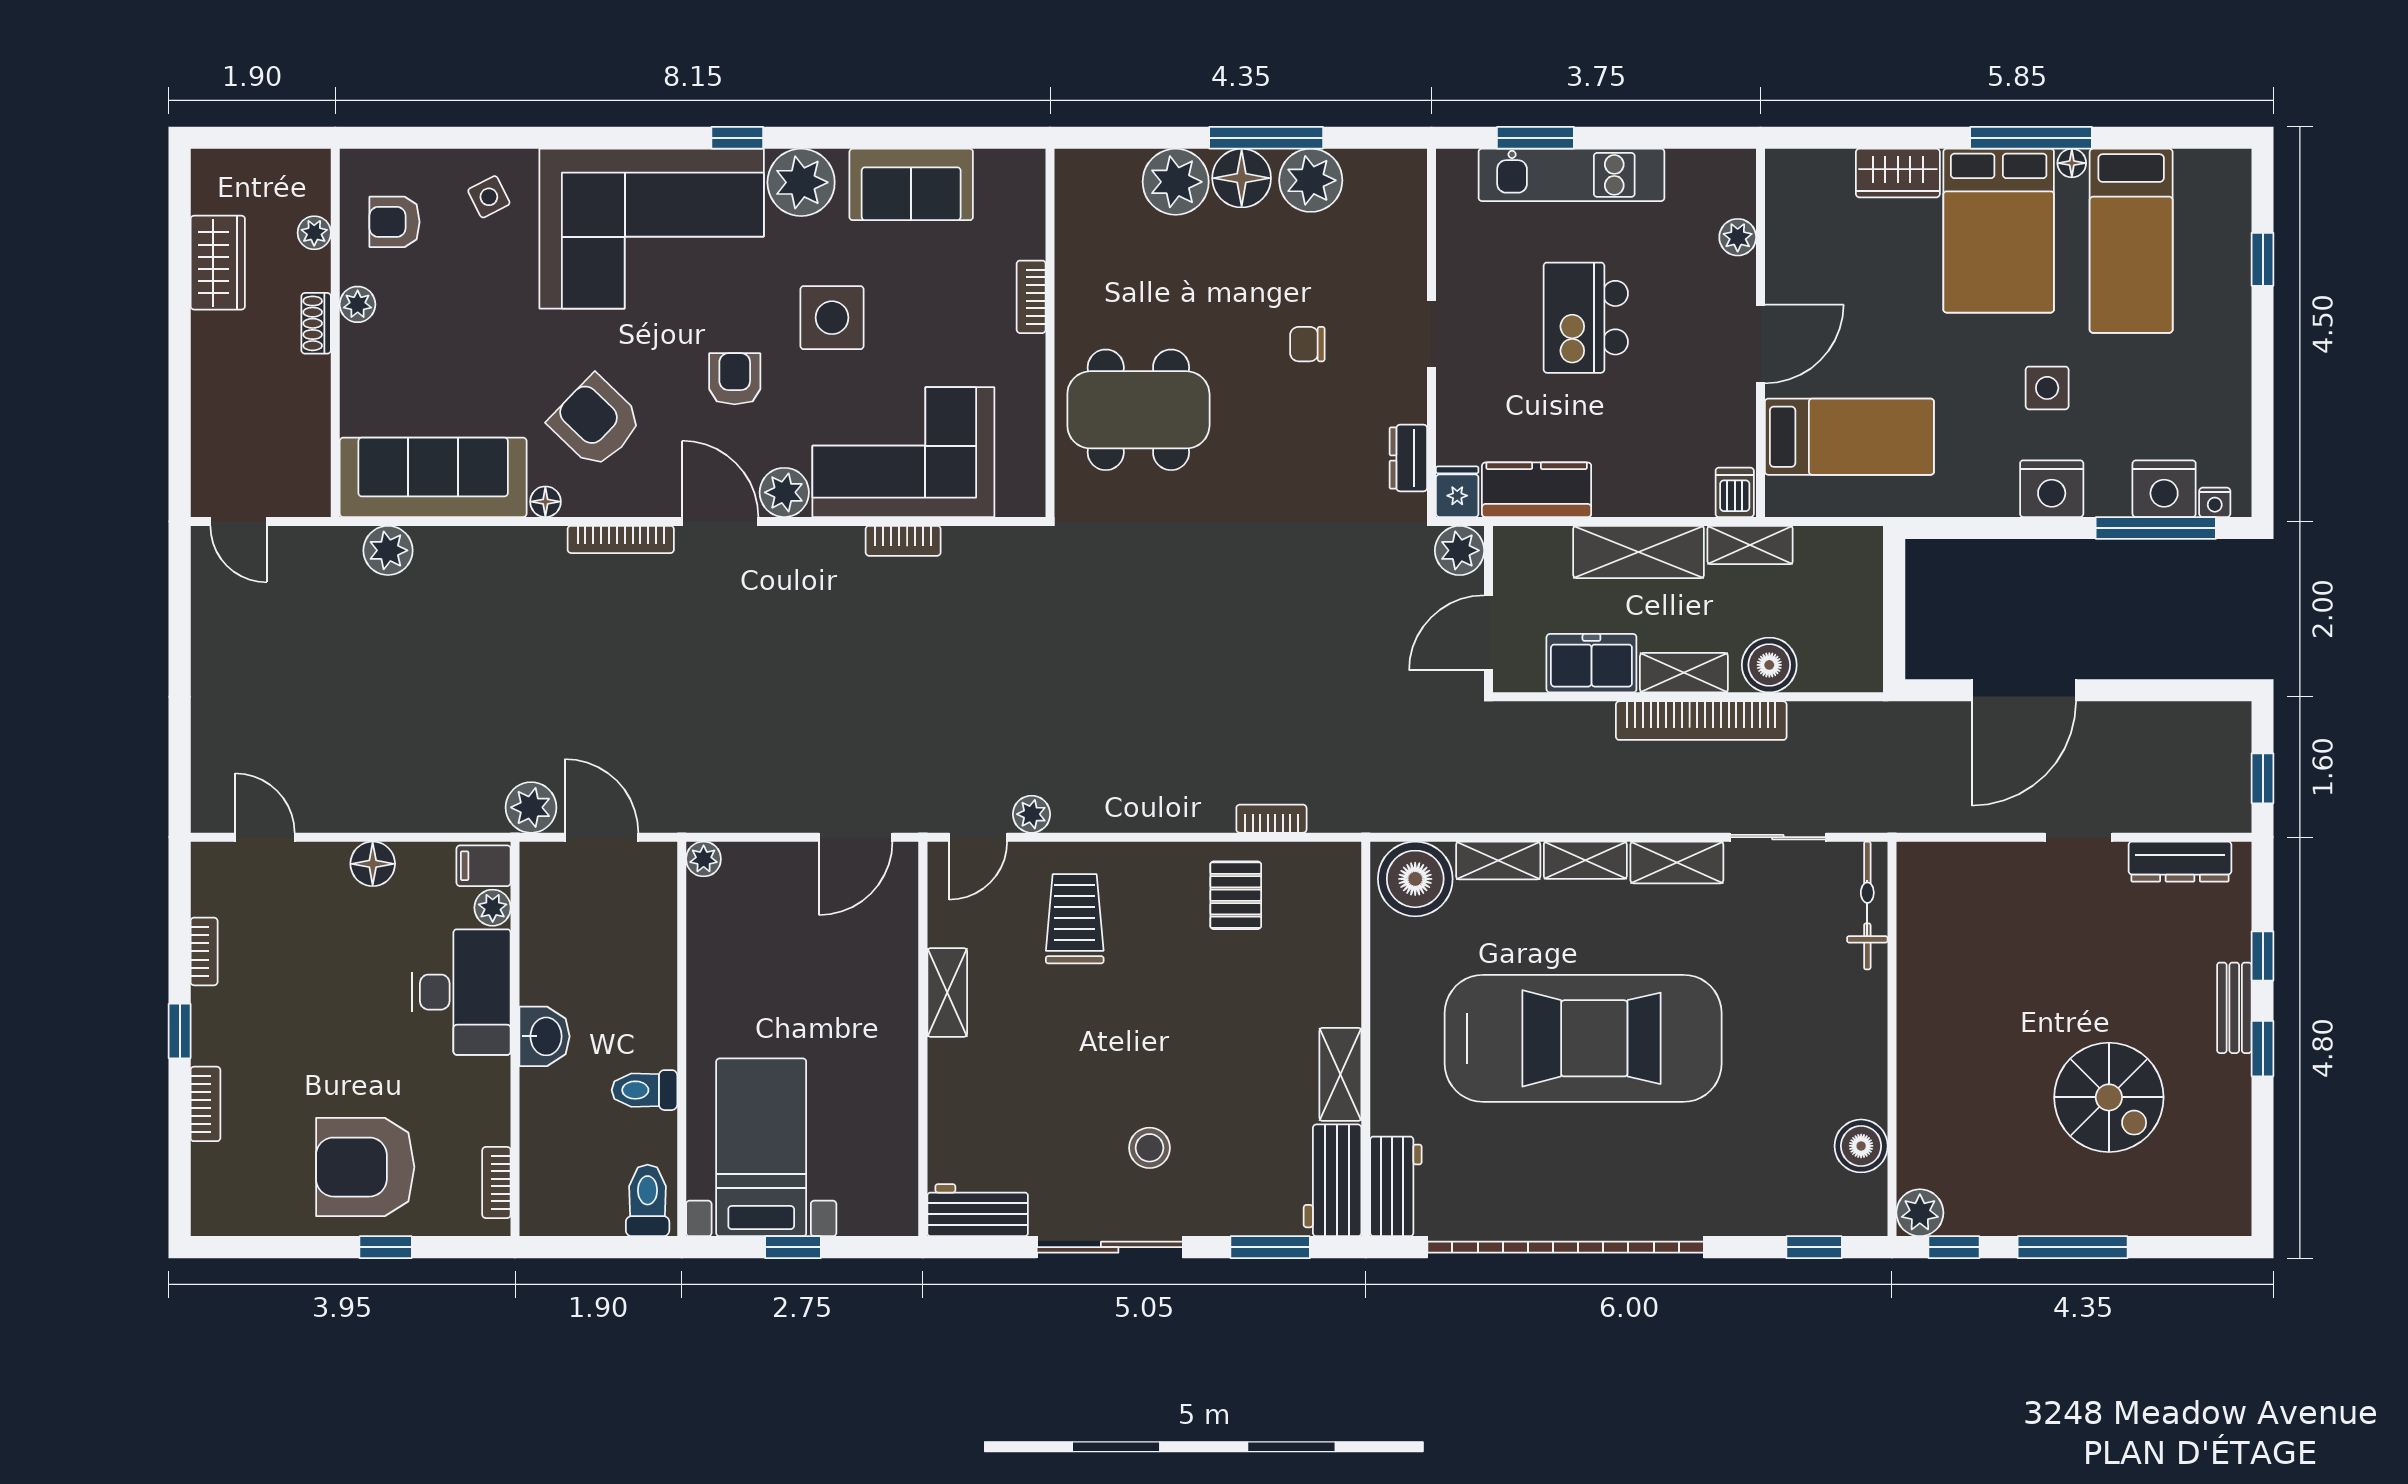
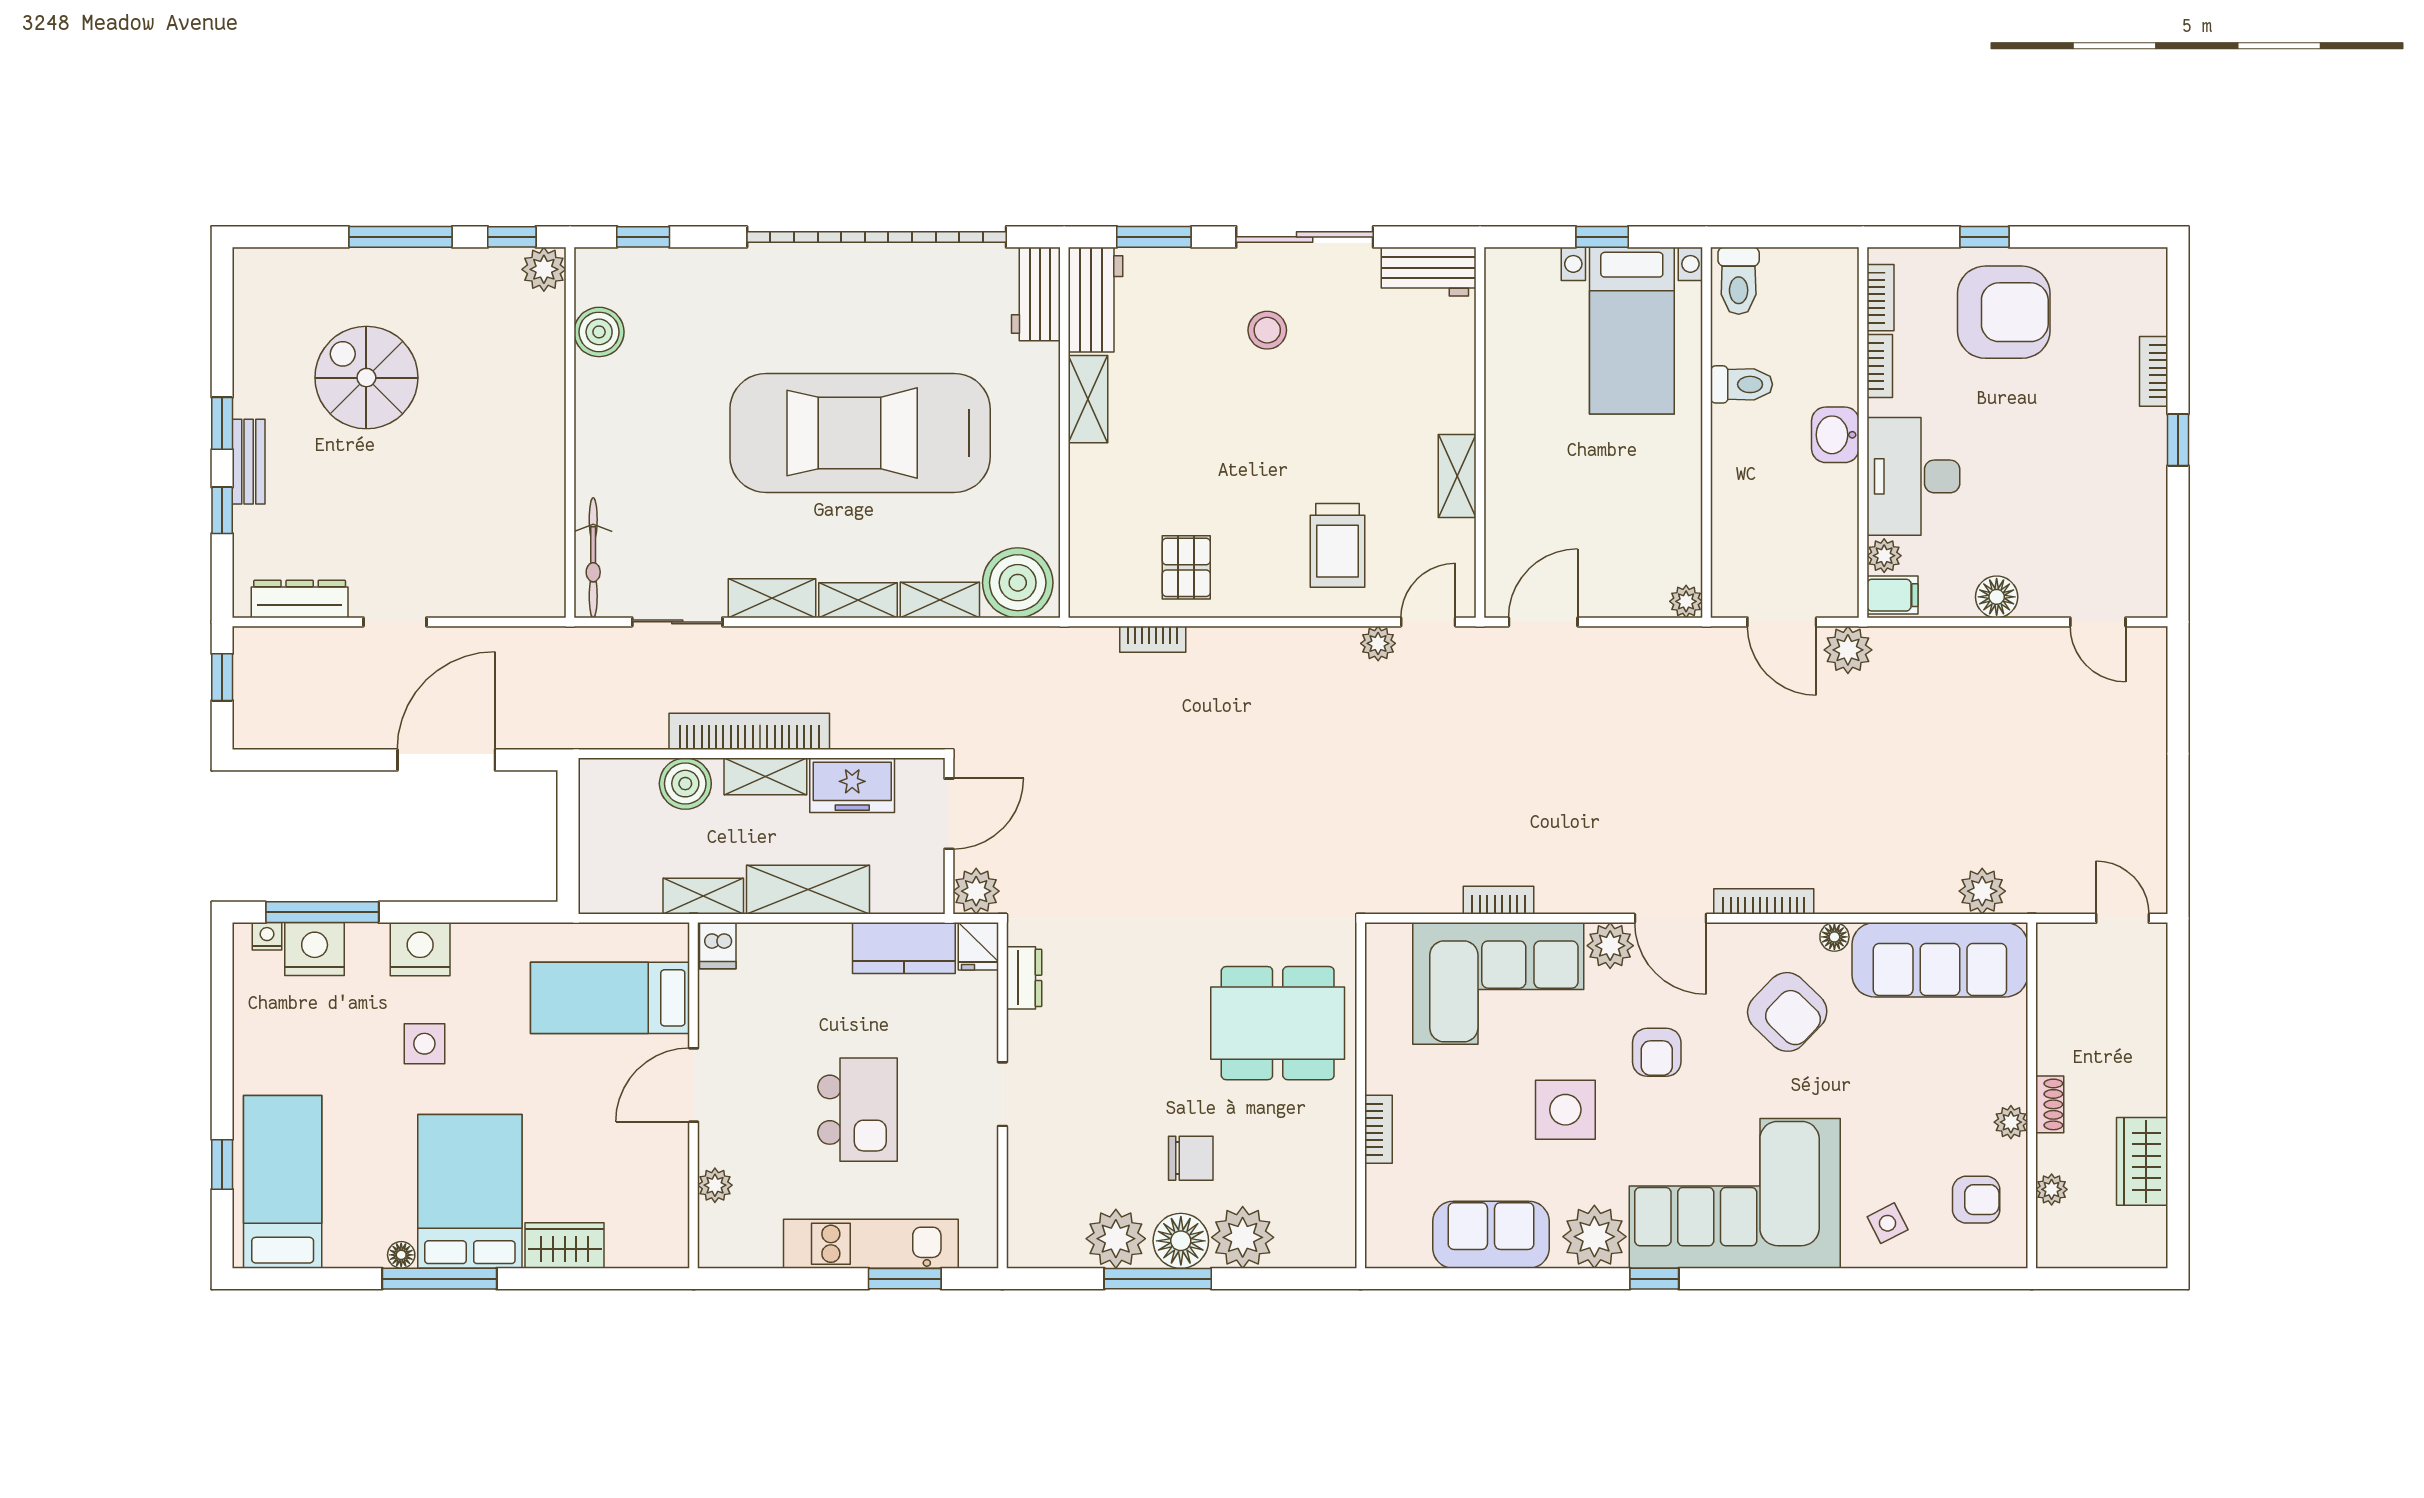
bed: (2131, 241) -> (283, 1182), moved
chair: (1307, 344) -> (1191, 1158), moved, width x1.37, depth x1.37
bookcase: (204, 951) -> (1880, 366), moved, turned 180

